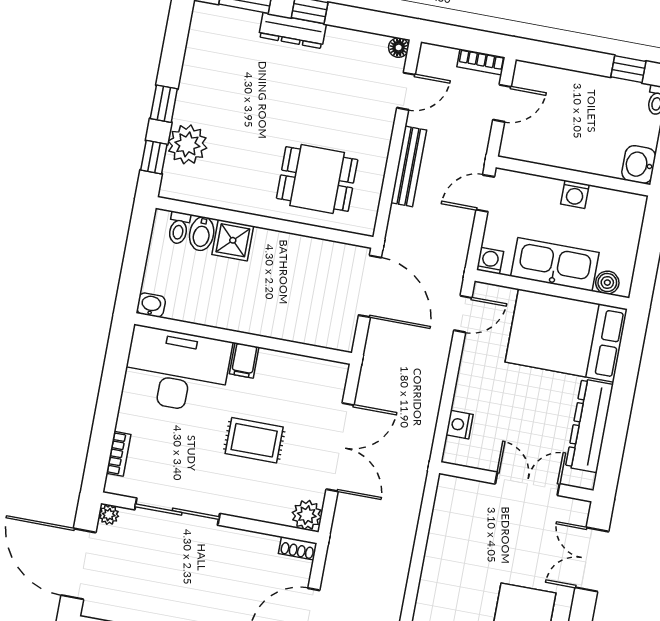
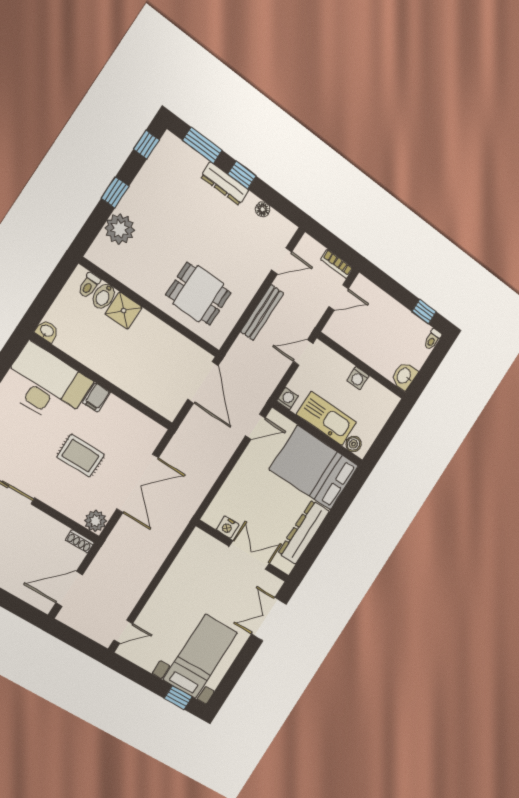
floor lamp: (399, 48) -> (263, 209), moved
window: (154, 157) -> (146, 145), moved
nightstand: (460, 425) -> (228, 527), moved, turned -90

